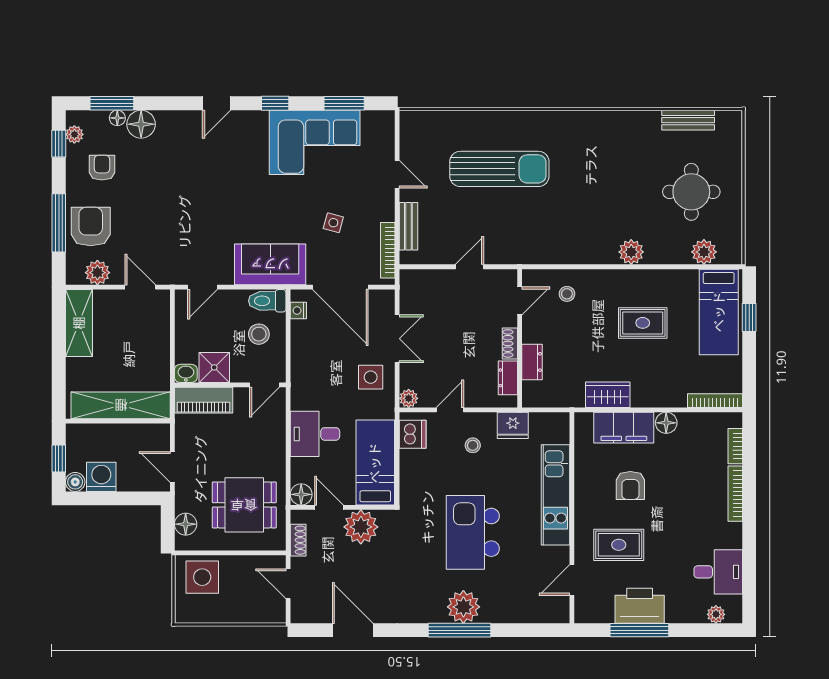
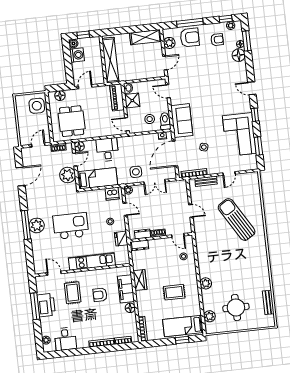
sun lounger: (499, 169) -> (237, 219), turned 149
rug: (643, 323) -> (174, 292), turned 90
dresser: (532, 362) -> (140, 245), moved

